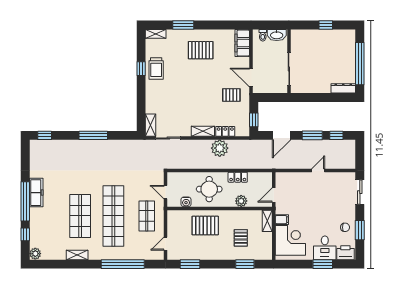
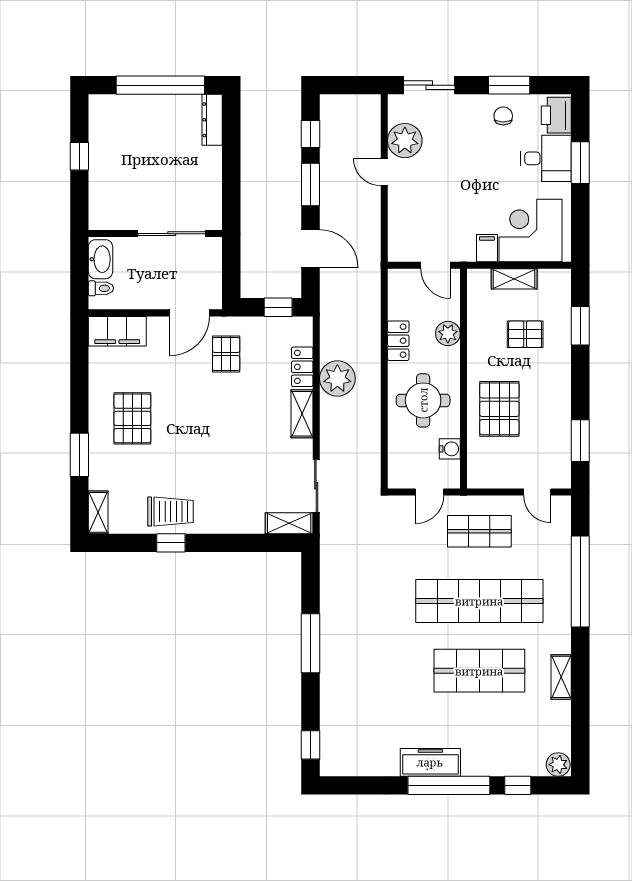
plant: (333, 180) -> (405, 141), added
shelving: (267, 221) -> (514, 279), moved

